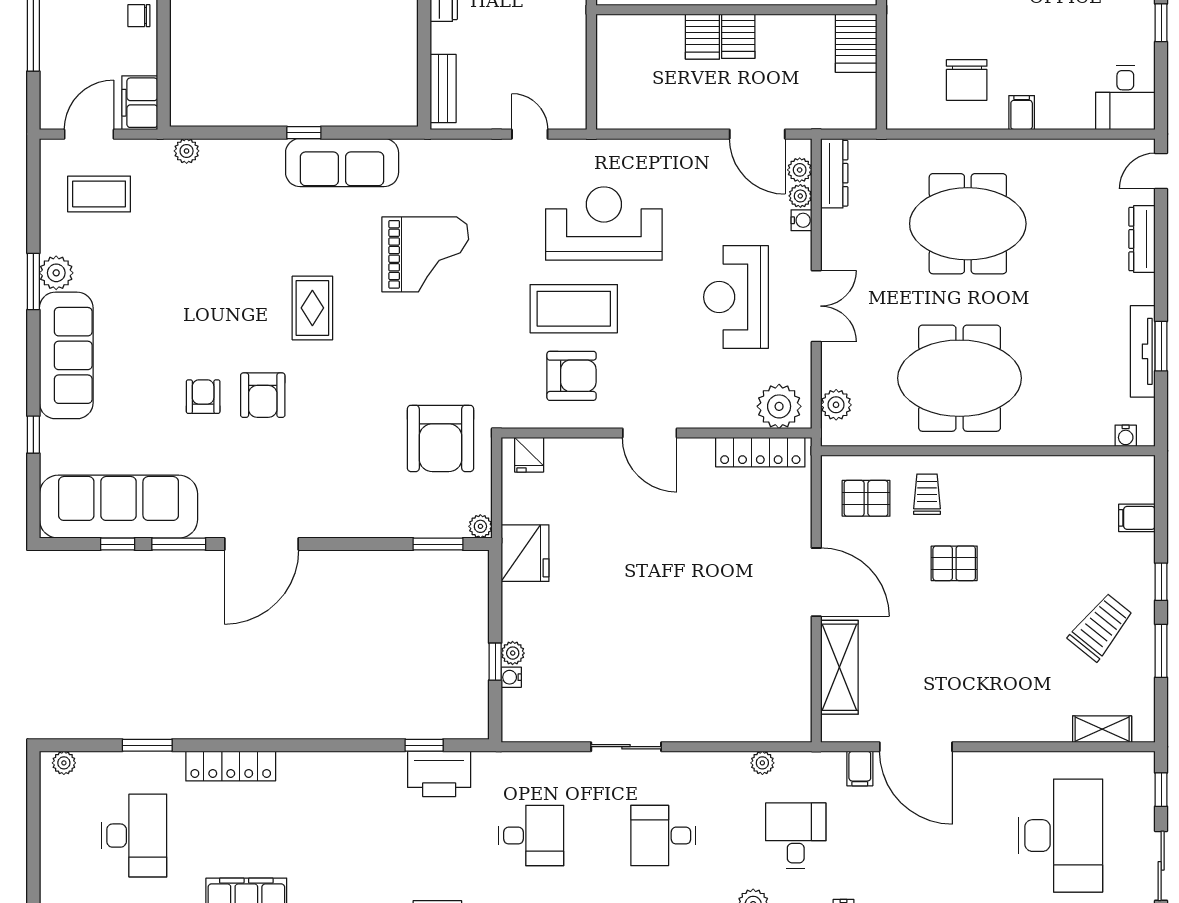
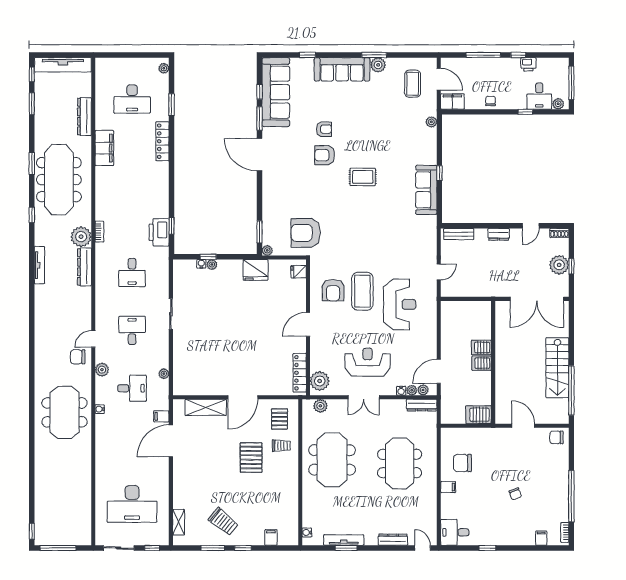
grand piano: (425, 254) -> (386, 226), removed
pallet: (954, 563) -> (251, 458), width x1.50, depth x1.42

